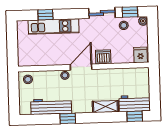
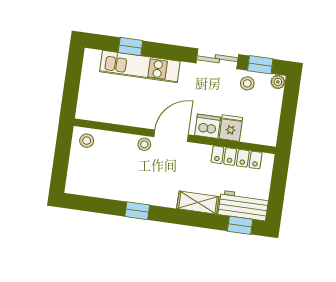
fridge: (141, 55) -> (231, 128), moved
locker: (125, 74) -> (236, 157), added
workbench: (51, 106) -> (115, 188), removed

